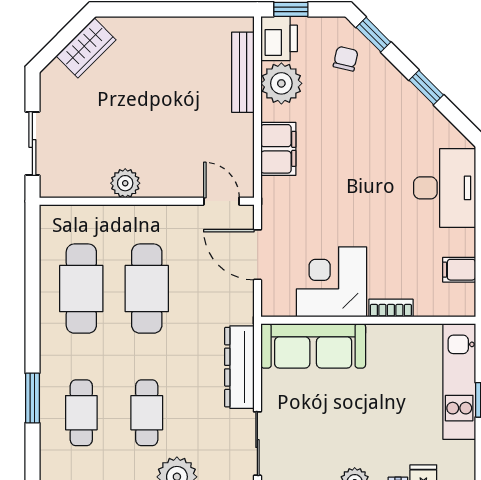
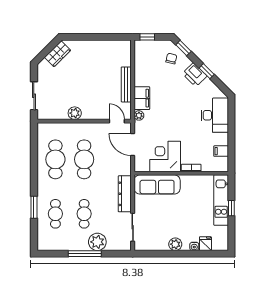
printer: (279, 38) -> (195, 75), moved, turned 135
bench: (243, 72) -> (126, 84), moved
plant: (281, 83) -> (139, 115), moved, width x0.53, depth x0.53

